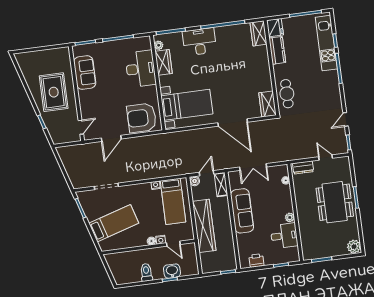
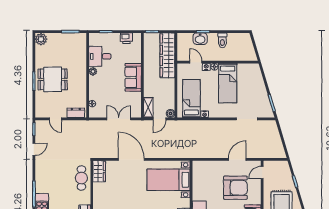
armchair: (142, 118) -> (235, 188), moved
dining table: (335, 202) -> (53, 79), width x0.73
sofa: (242, 211) -> (133, 77), width x0.73
bed: (114, 223) -> (228, 83), moved, turned -73
wardrobe: (204, 226) -> (167, 55), moved

